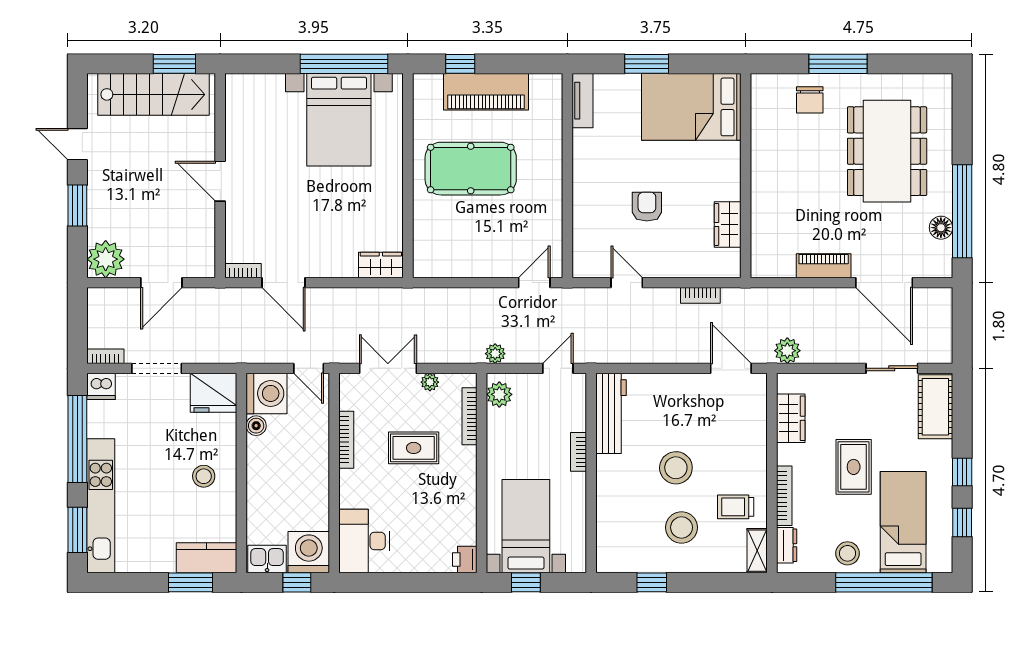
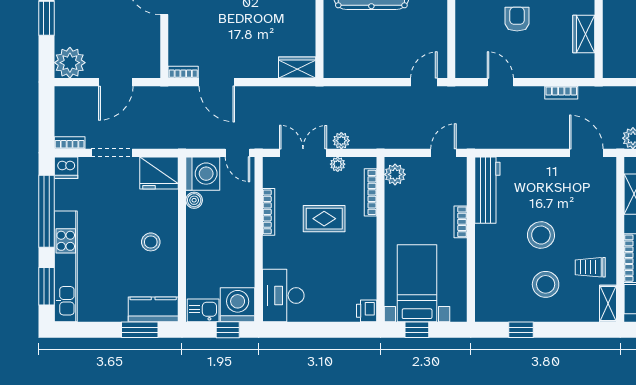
plant: (495, 354) -> (341, 141), moved

